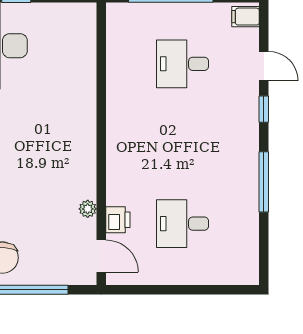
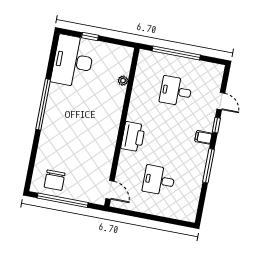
filing cabinet: (245, 17) -> (203, 137), moved
plant: (88, 209) -> (123, 81), moved
printer: (118, 220) -> (133, 137), moved, width x1.87, depth x1.48

